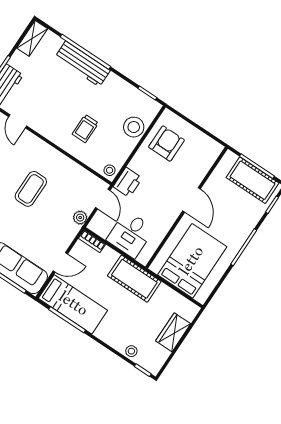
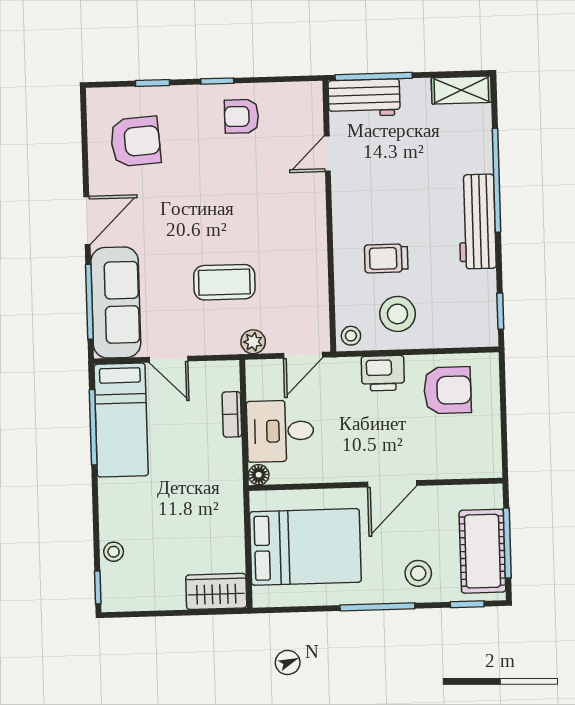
workbench: (83, 64) -> (477, 222), moved
stool: (134, 127) -> (398, 314), moved
printer: (128, 182) -> (383, 373), moved
coffee table: (31, 189) -> (224, 282), moved
stool: (242, 217) -> (418, 573), added
bookcase: (92, 241) -> (232, 414), moved
floor lamp: (144, 259) -> (259, 475), added
cot: (134, 279) -> (221, 482), removed
wardrobe: (173, 332) -> (216, 591), moved

